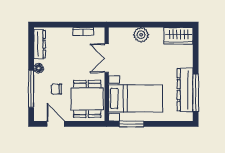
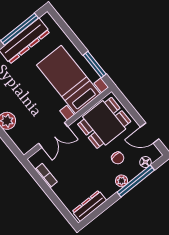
floor lamp: (39, 68) -> (145, 162), moved
plant: (39, 79) -> (122, 181), added
door: (56, 124) -> (150, 133), hinge flipped

